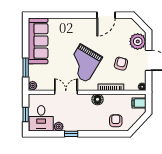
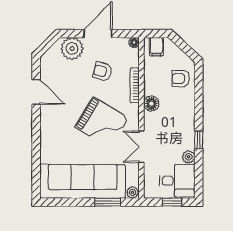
sofa: (38, 41) -> (83, 181), width x1.36, depth x1.27

